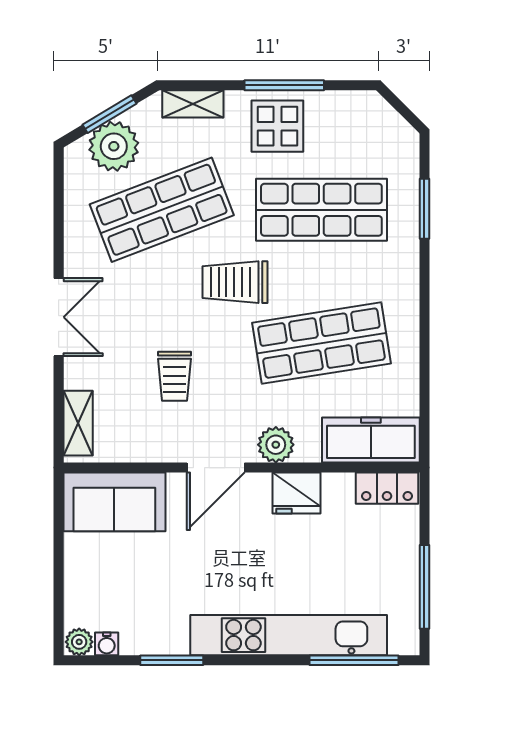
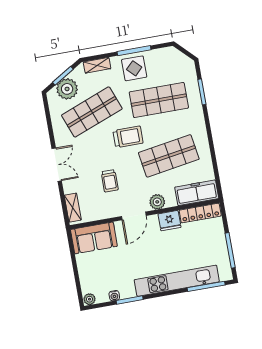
trolley: (235, 282) -> (128, 137), turned 180
locker: (387, 488) -> (200, 213), width x1.53
water cooler: (107, 644) -> (114, 296), moved

